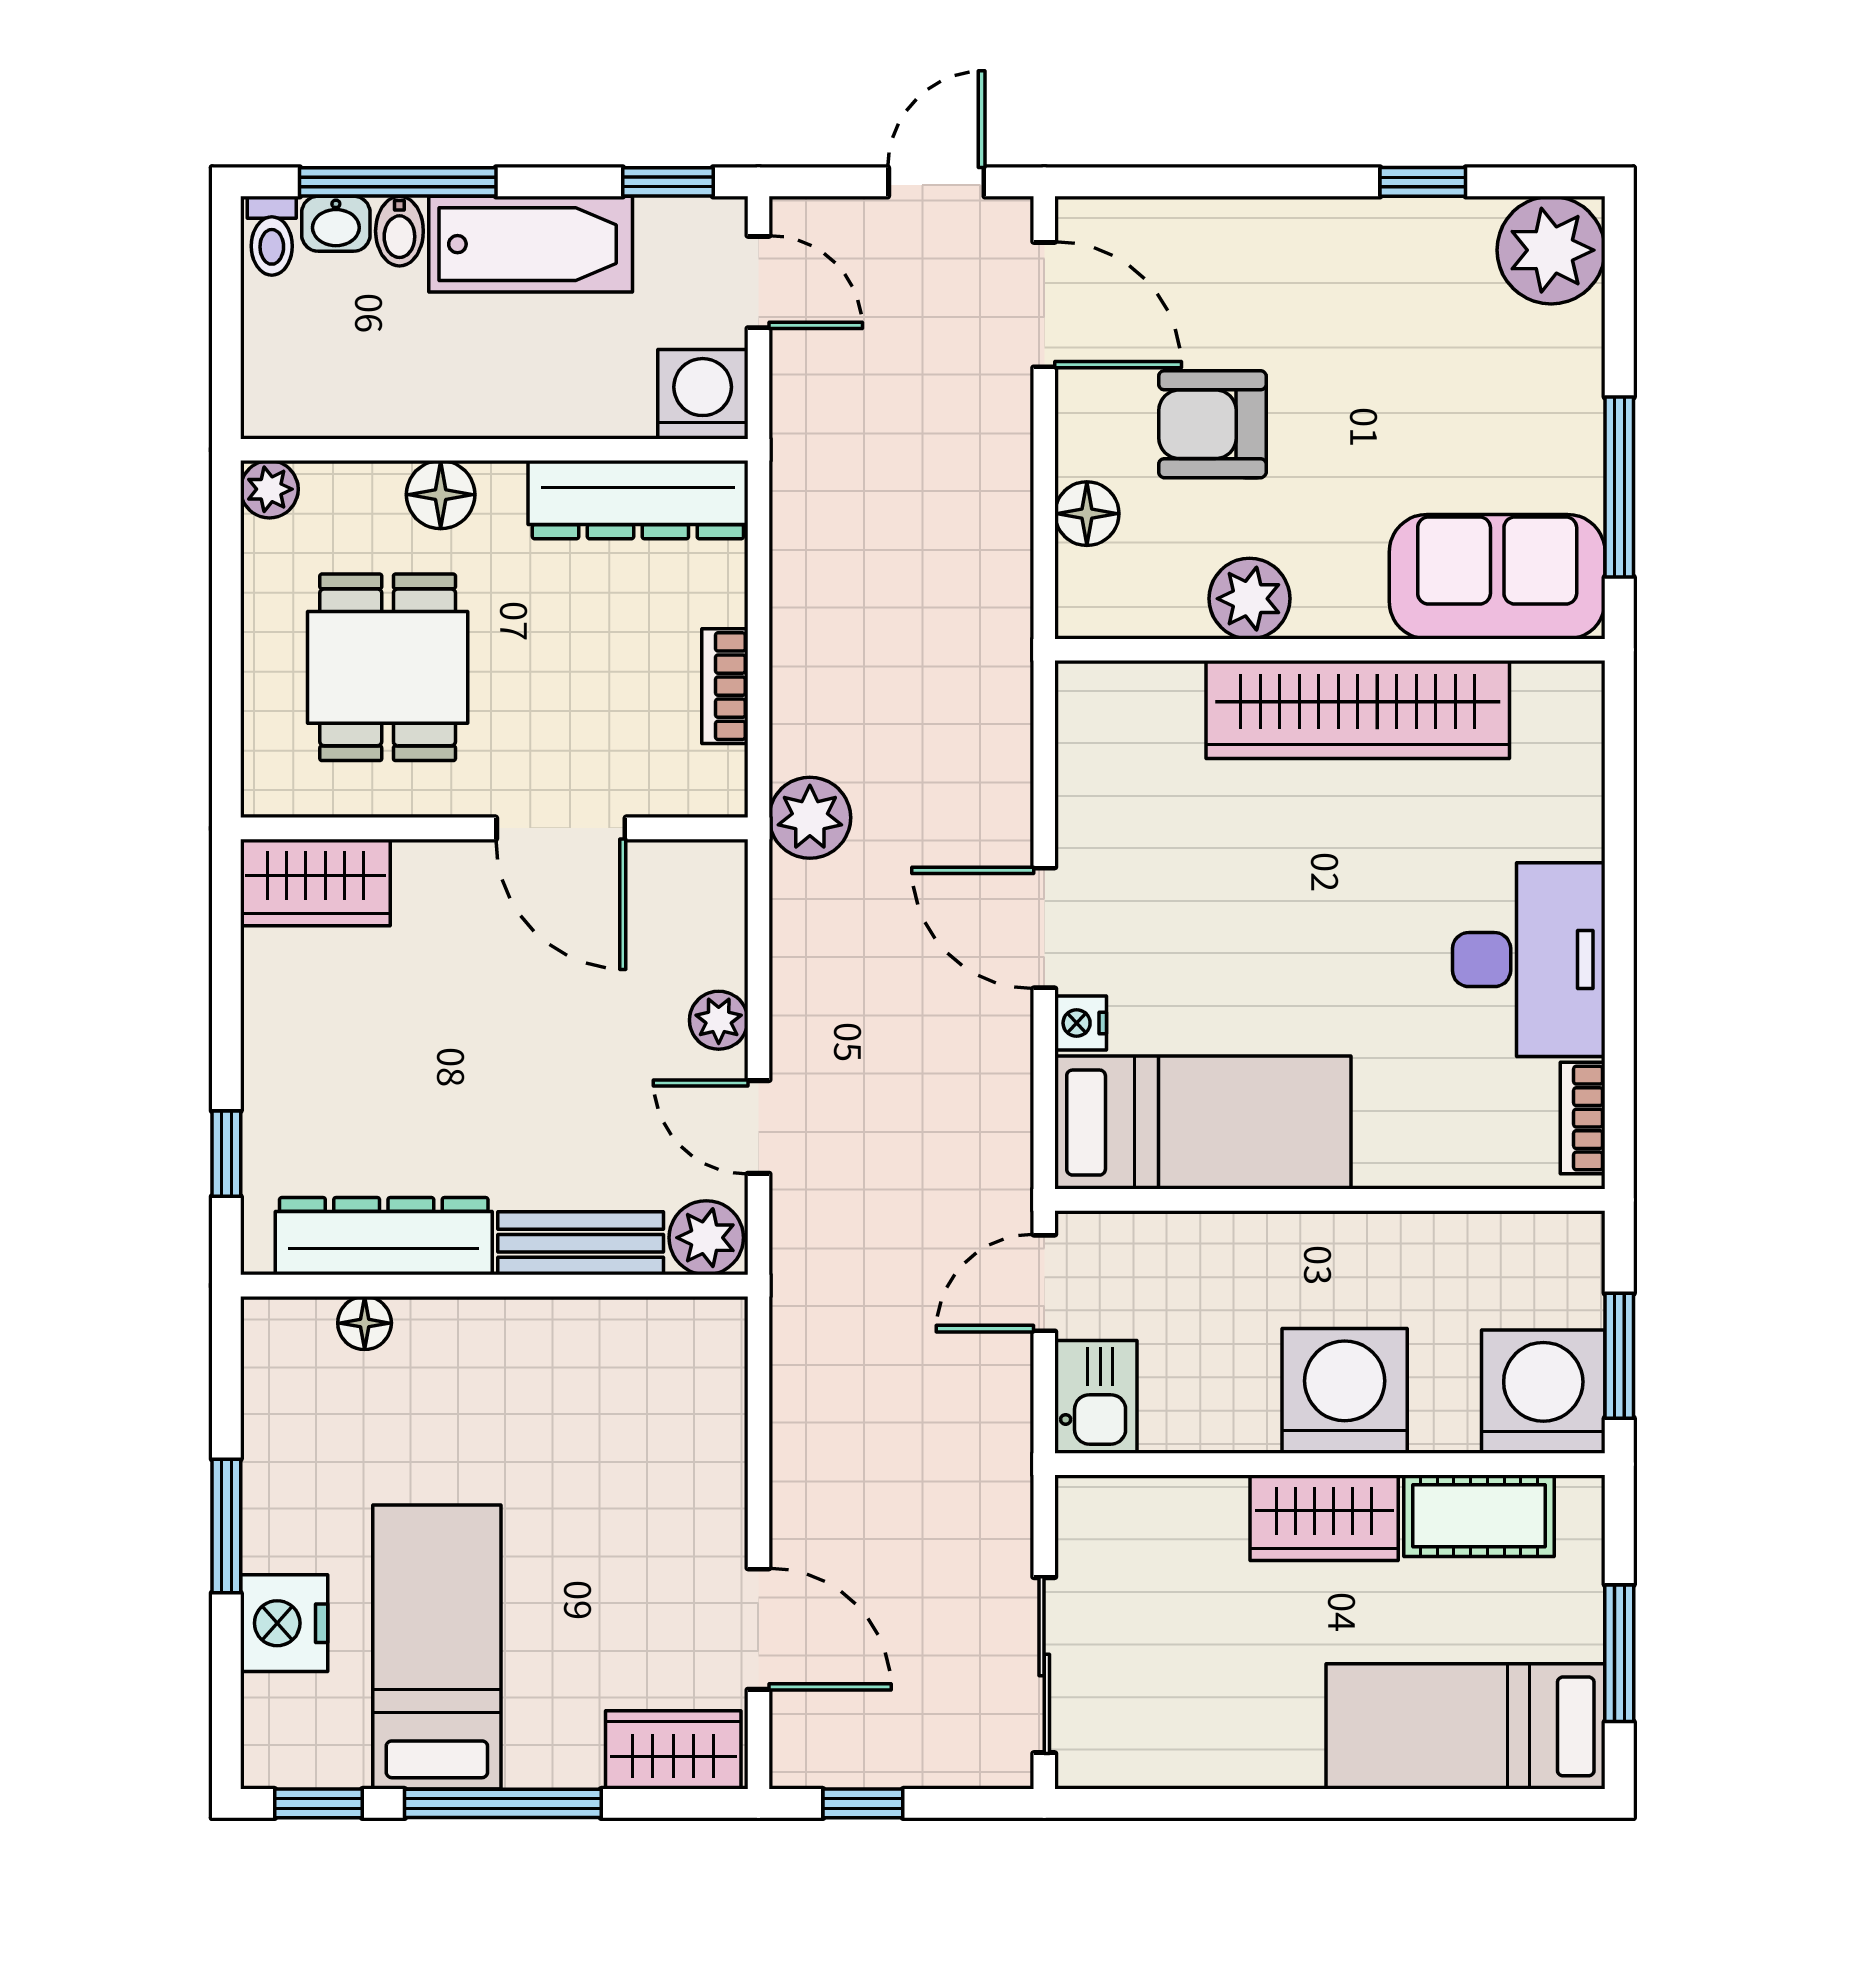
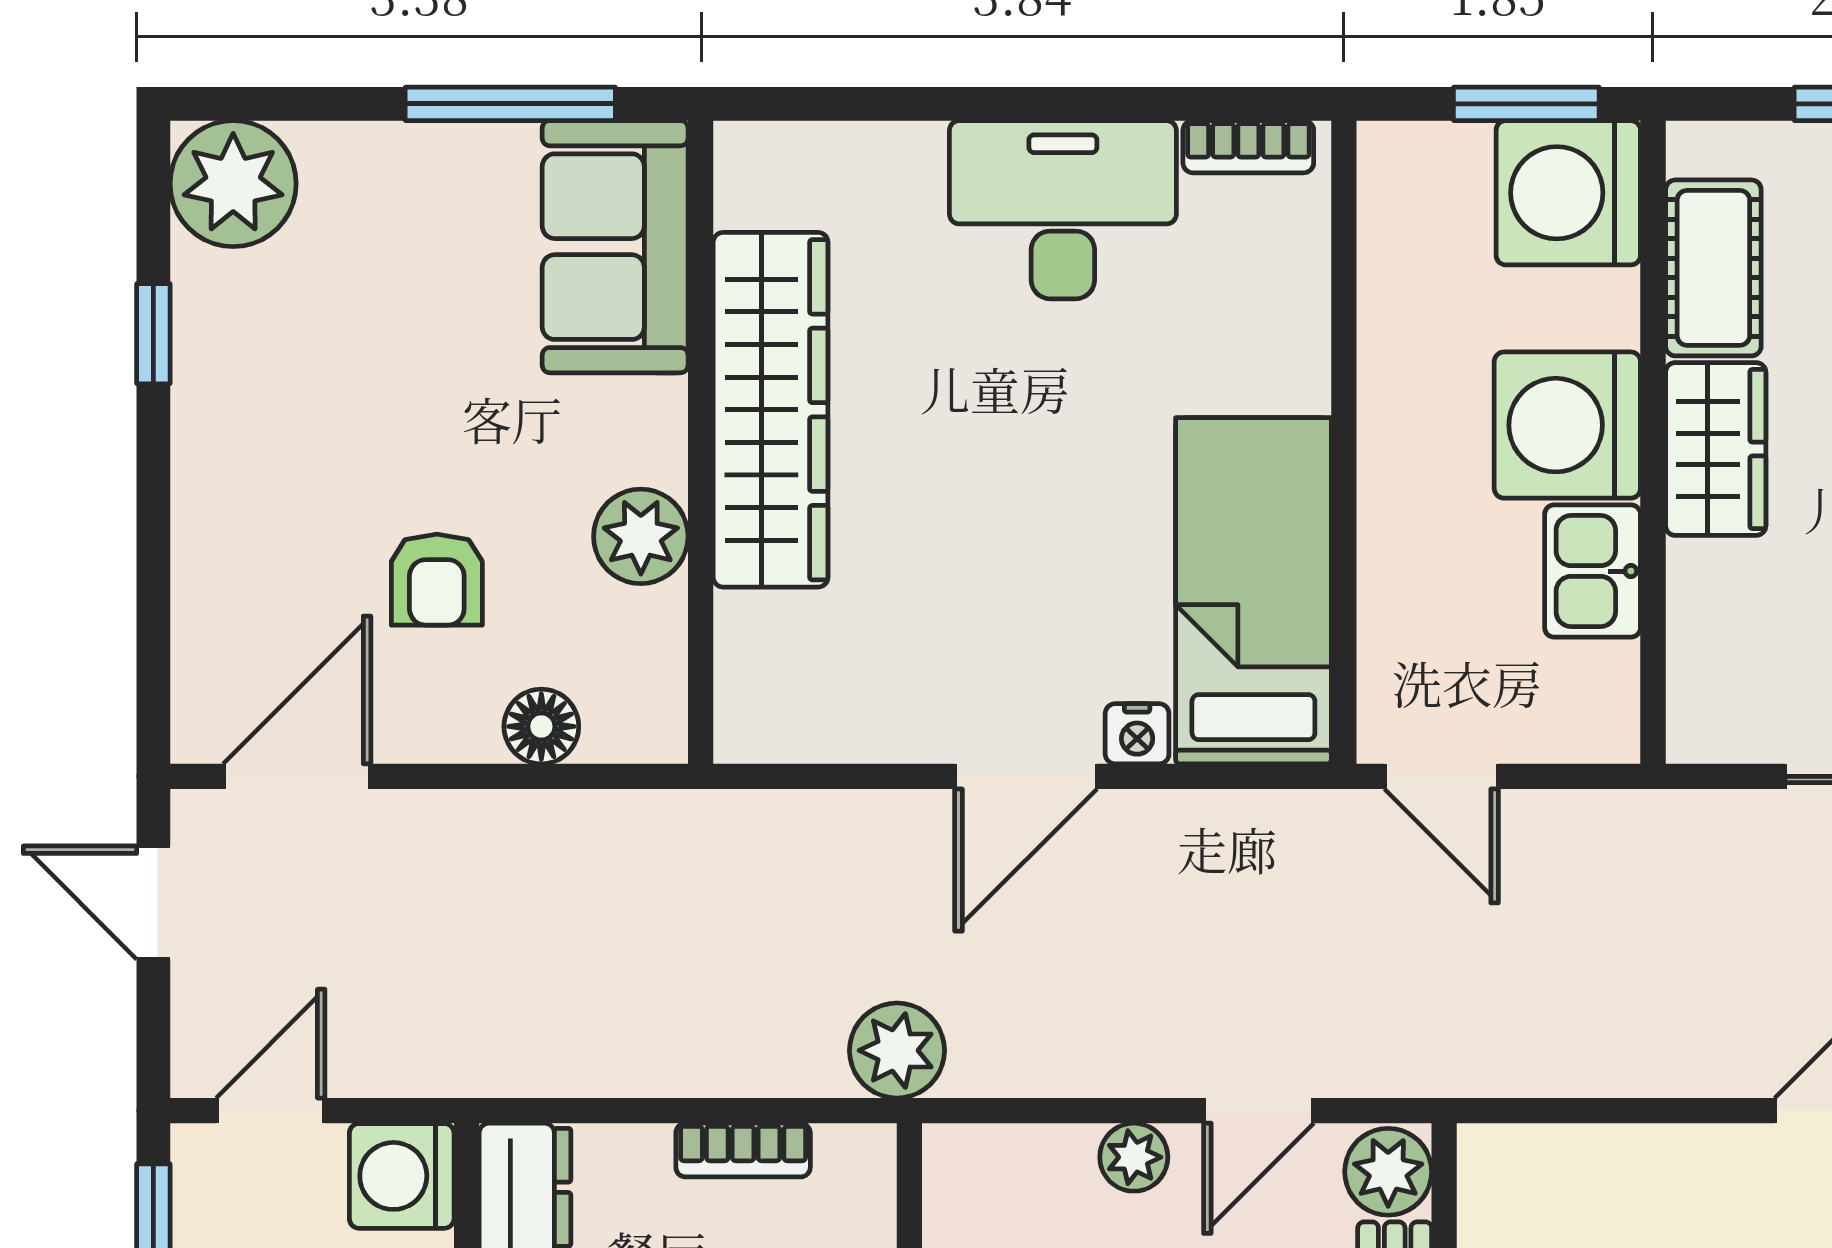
armchair: (1212, 424) -> (437, 580), width x0.72, depth x0.72
kitchen sink: (1096, 1397) -> (1593, 571), moved, turned -90

